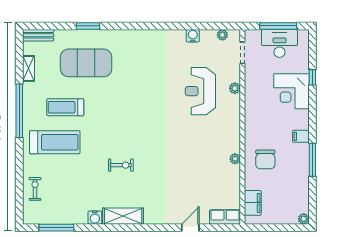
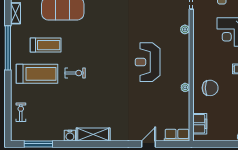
reception desk: (200, 91) -> (148, 62), moved
treadmill: (65, 107) -> (46, 45), turned 180
chair: (265, 159) -> (210, 88), turned -90
exercise bike: (121, 165) -> (75, 73), moved

